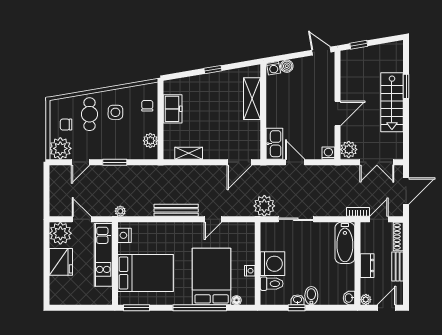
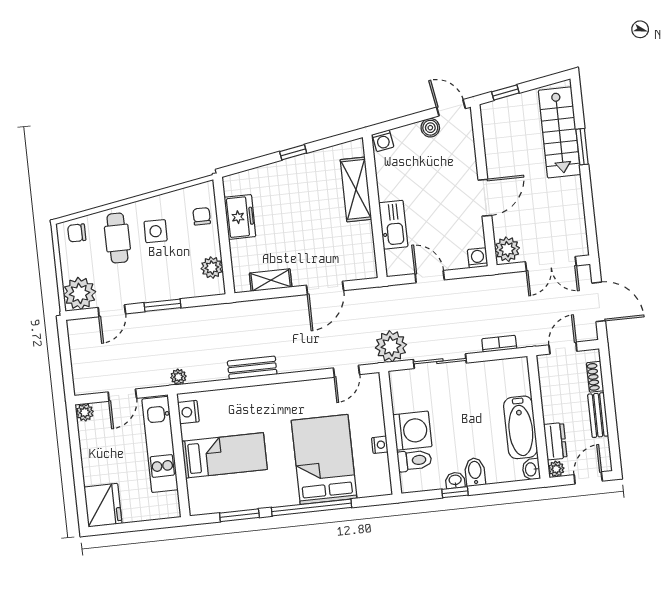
boiler: (287, 66) -> (430, 128), moved
stairs: (392, 102) -> (560, 132), moved
chair: (66, 125) -> (77, 233), moved
kitchen sink: (274, 144) -> (393, 225), moved
door: (240, 162) -> (325, 288), moved
door: (406, 191) -> (599, 302), hinge flipped
bench: (176, 210) -> (252, 368), width x0.73
bookcase: (358, 212) -> (499, 344), moved
door: (82, 219) -> (122, 395), swing flipped
door: (213, 219) -> (347, 371), moved
plant: (60, 233) -> (85, 412), width x0.53, depth x0.53
shoe rack: (398, 236) -> (595, 377), width x0.70
bathtub: (345, 243) -> (520, 427), moved
fridge: (61, 262) -> (103, 505), moved
dresser: (367, 266) -> (555, 441), moved
bed: (145, 273) -> (224, 455), width x0.67
floor lamp: (237, 300) -> (365, 490), removed
window: (136, 308) -> (239, 515), moved

